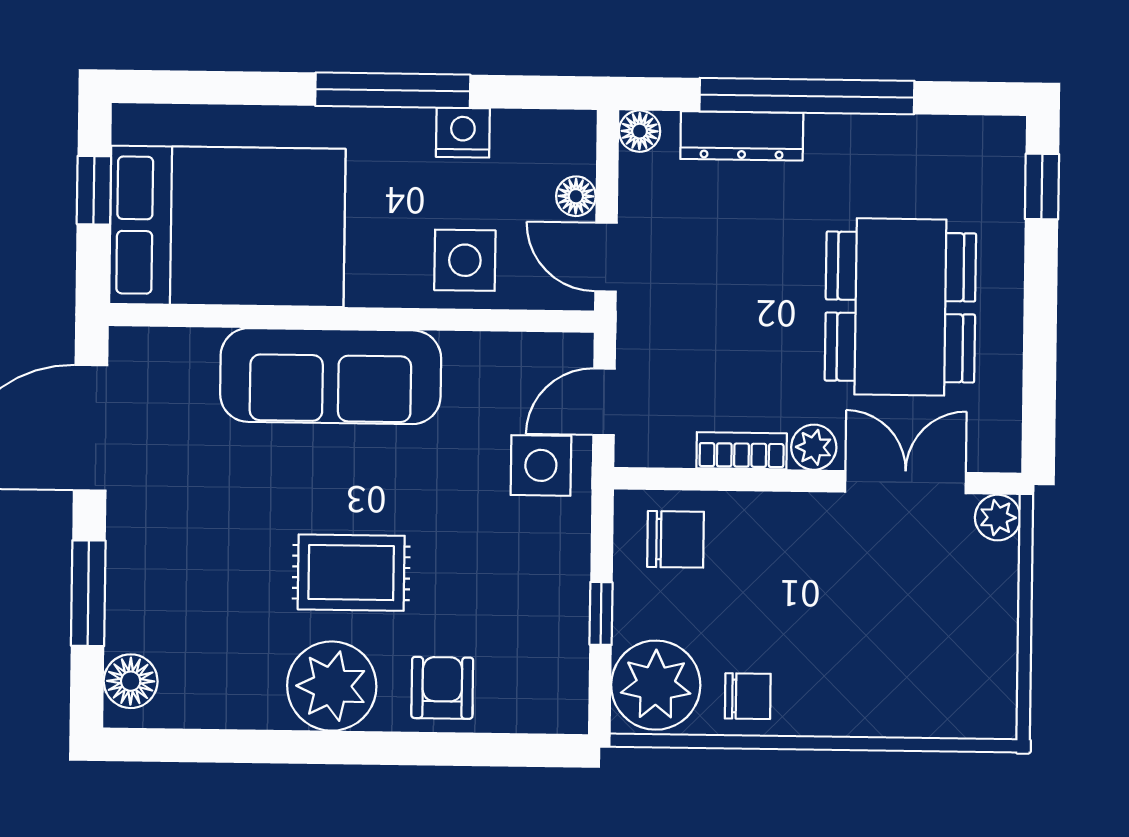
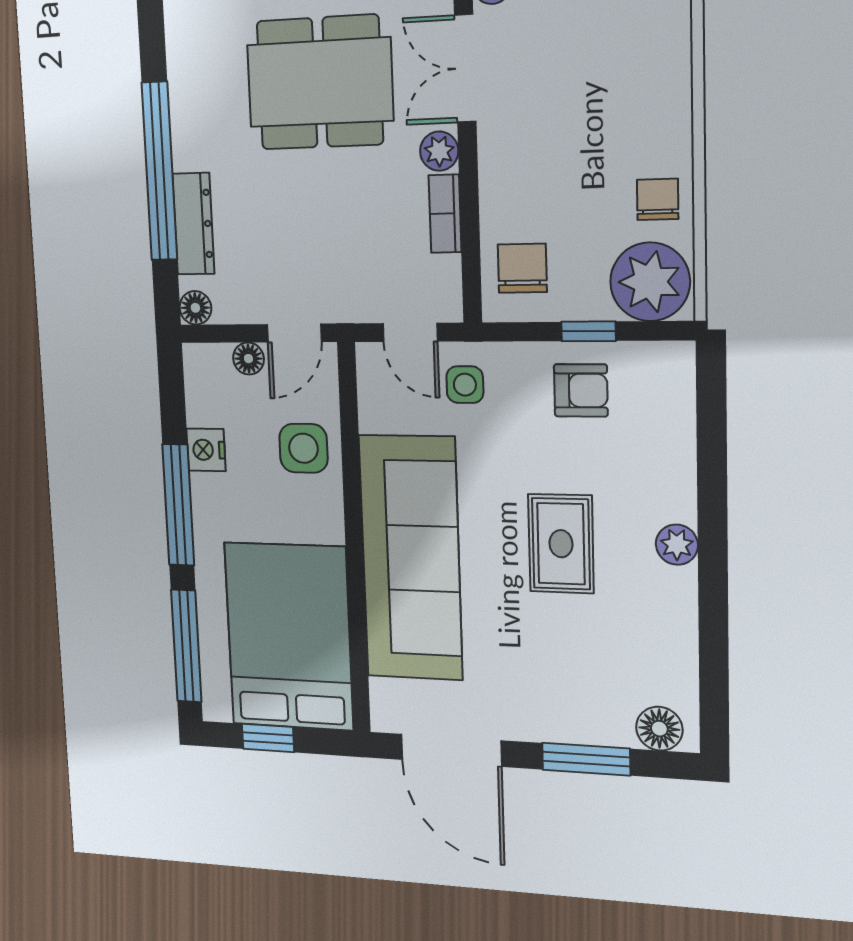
window: (210, 88) -> (186, 646), added
sofa: (331, 376) -> (411, 558), width x1.36, depth x1.27
side table: (541, 465) -> (465, 385), width x0.73, depth x0.73
plant: (332, 686) -> (677, 545), width x0.53, depth x0.53
armchair: (442, 688) -> (581, 390), moved, turned 180

